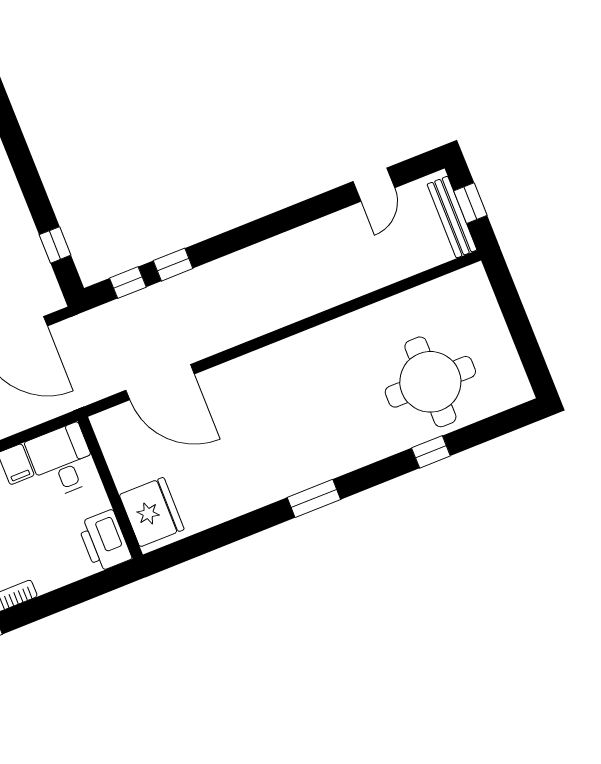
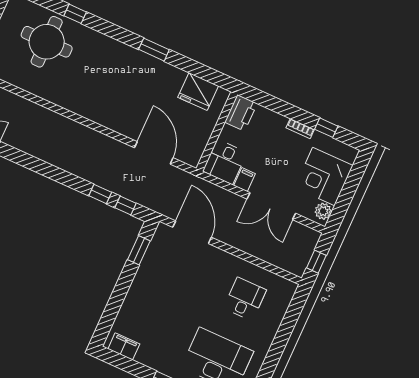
window: (55, 245) -> (139, 250), width x1.50
window: (314, 498) -> (154, 50), moved
fridge: (152, 512) -> (198, 92), moved, turned -90

